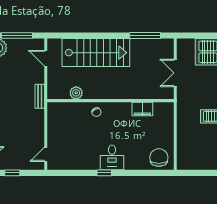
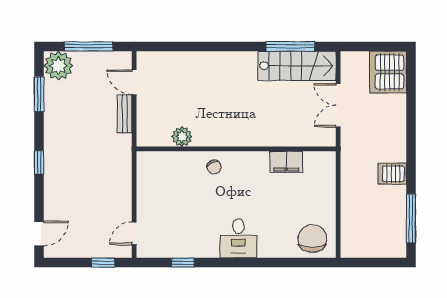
stairs: (96, 53) -> (297, 66), moved, width x0.73, depth x0.66
bench: (40, 96) -> (125, 114), moved
window: (12, 173) -> (103, 263), moved
window: (104, 173) -> (183, 263), moved

